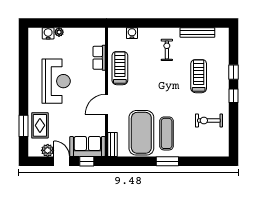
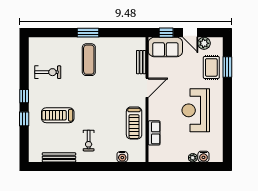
treadmill: (199, 76) -> (58, 115), turned 90
exercise mat: (141, 133) -> (113, 60), removed
bench: (113, 144) -> (141, 62), moved

